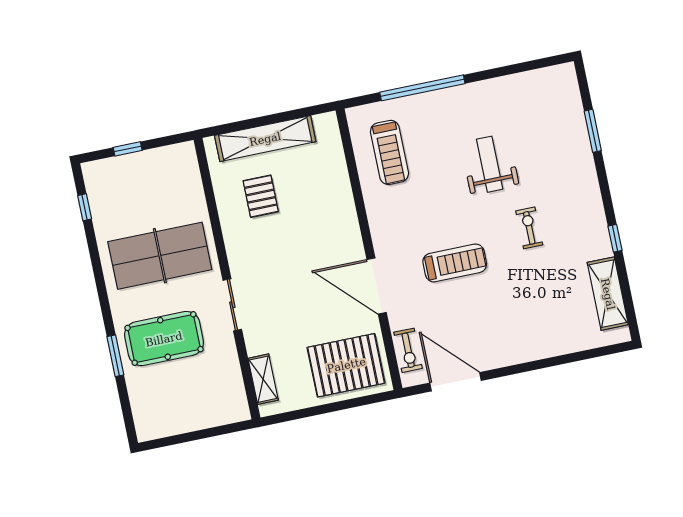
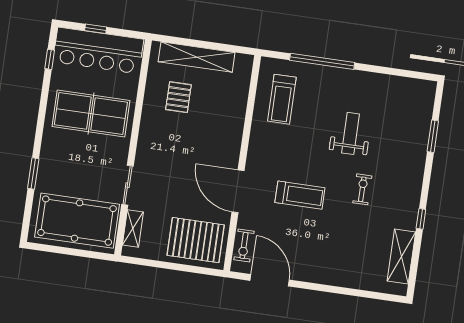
bar counter: (141, 174) -> (98, 51), added
sliding door: (232, 305) -> (128, 185), moved
pool table: (164, 339) -> (77, 221), moved, width x1.36, depth x1.32

